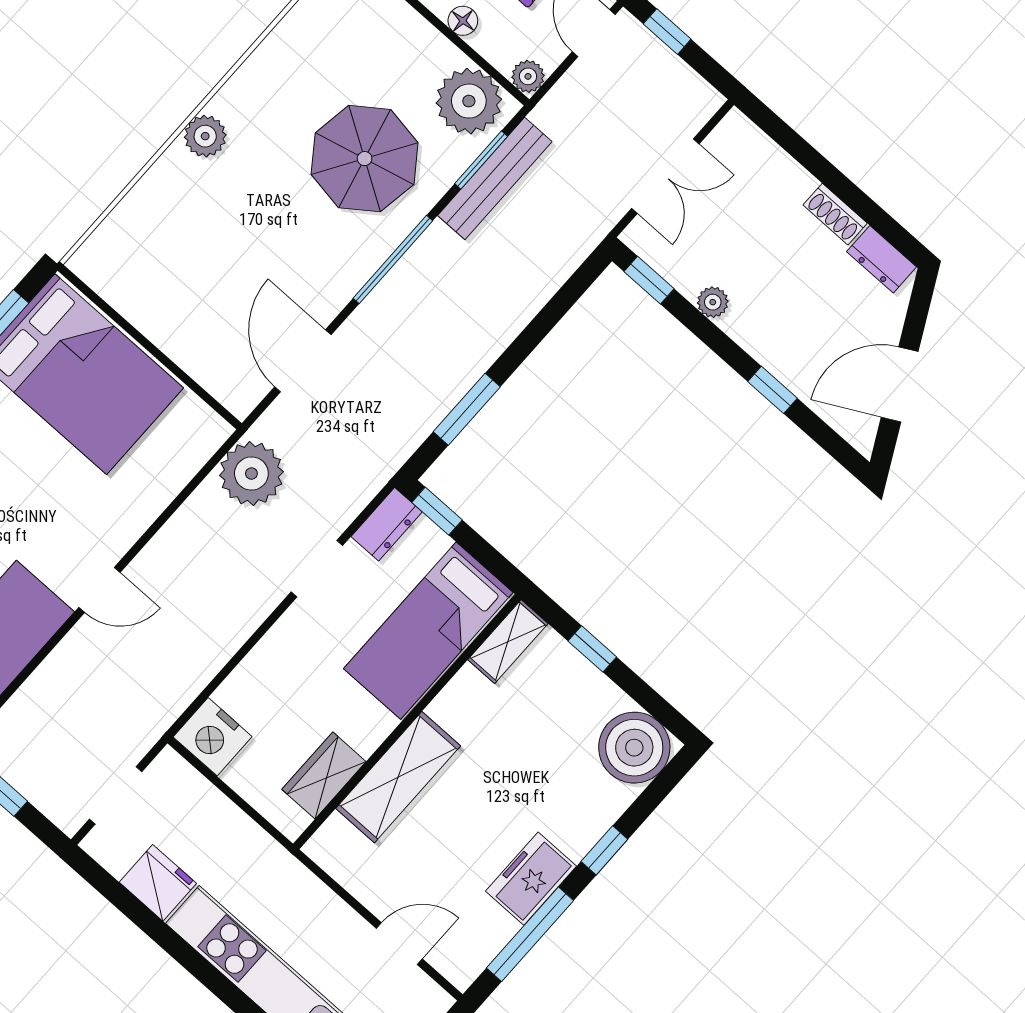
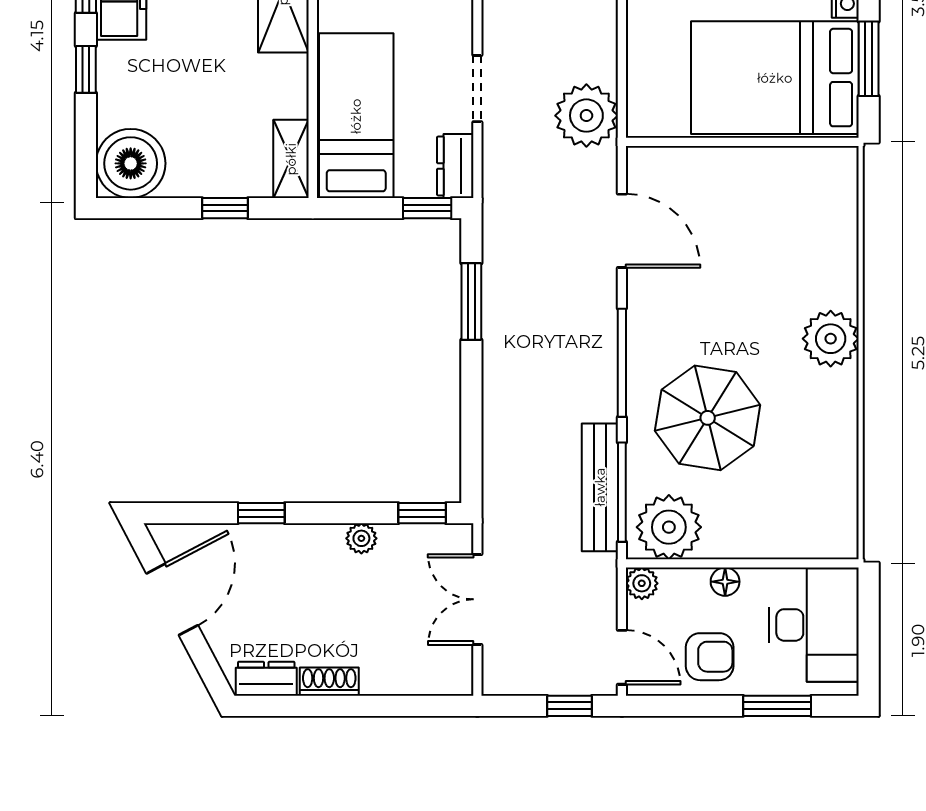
plant: (205, 136) -> (831, 339), width x1.36, depth x1.36
window: (481, 160) -> (622, 492), width x1.44

